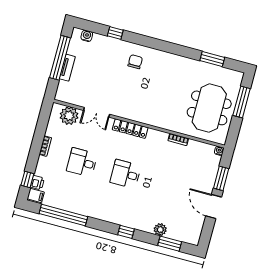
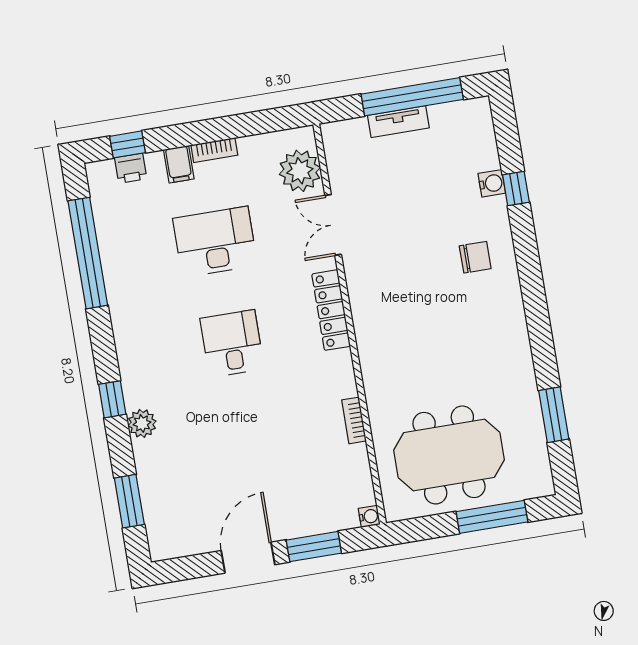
water cooler: (87, 36) -> (492, 183), moved
desk: (82, 162) -> (215, 242), width x1.37
filing cabinet: (36, 195) -> (179, 164), moved
plant: (160, 230) -> (142, 423), moved

